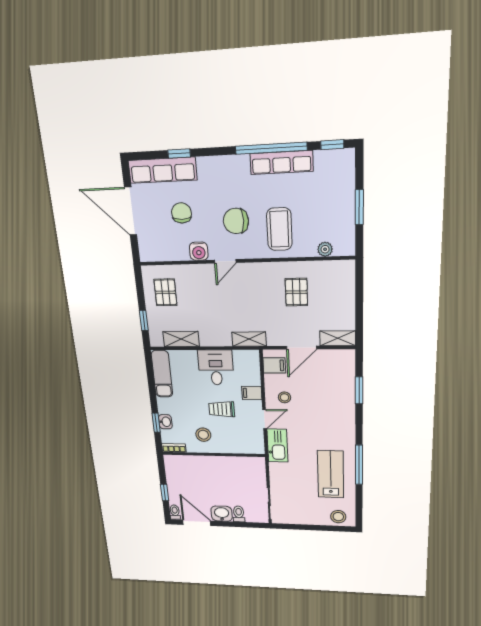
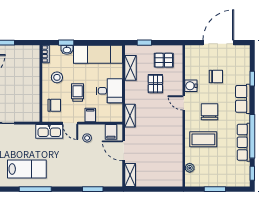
row of seats: (162, 170) -> (243, 99), moved, width x0.68
pallet: (296, 292) -> (155, 84), moved, turned 90
exam couch: (162, 374) -> (98, 54), width x1.36, depth x1.45
chair: (241, 439) -> (54, 105), added

